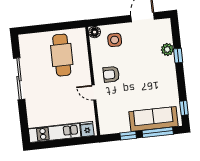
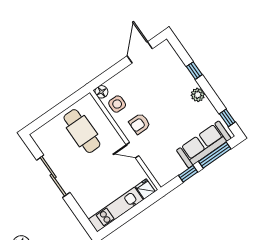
side table: (115, 40) -> (117, 104), moved
plant: (167, 49) -> (198, 95), moved

